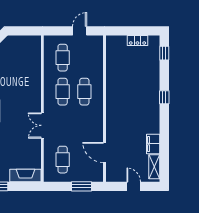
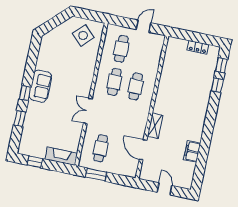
side table: (22, 52) -> (83, 35), added
window: (164, 97) -> (217, 85), moved
shelving: (154, 167) -> (155, 126), moved
window: (81, 186) -> (96, 175), moved

